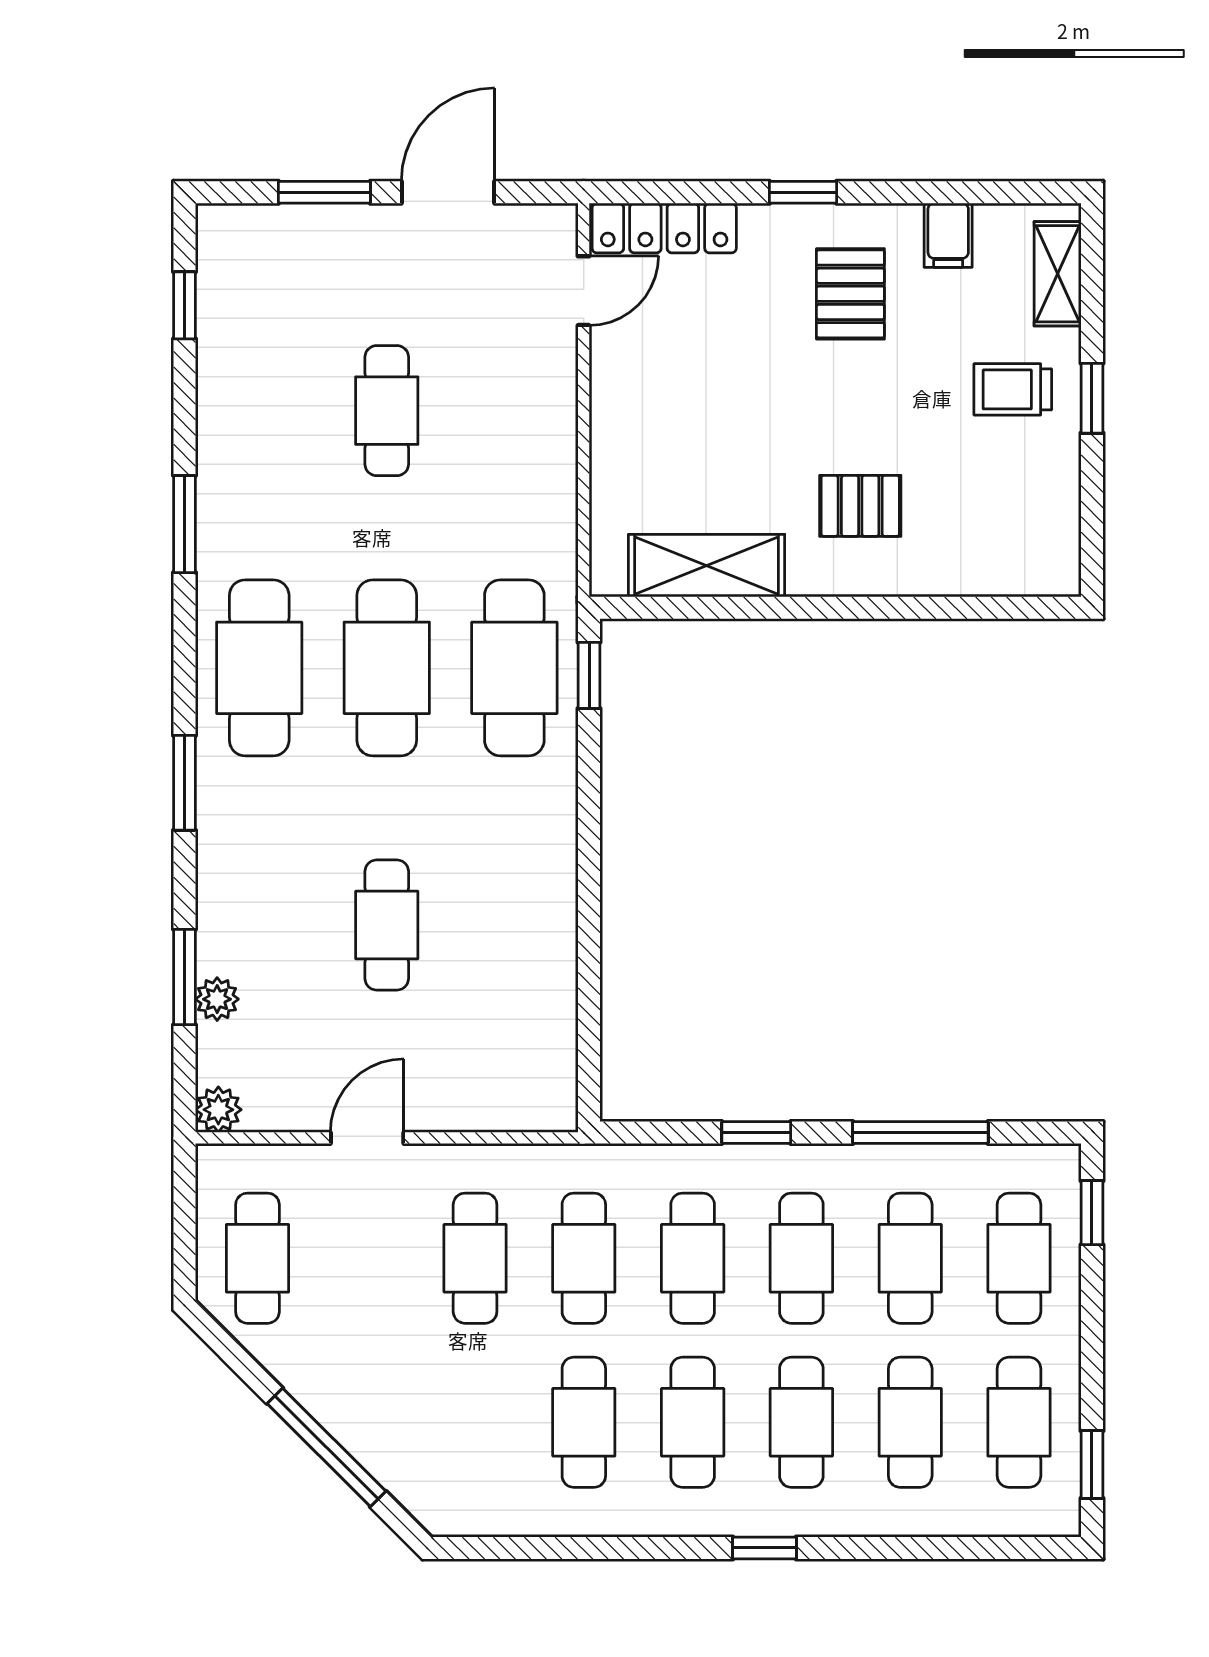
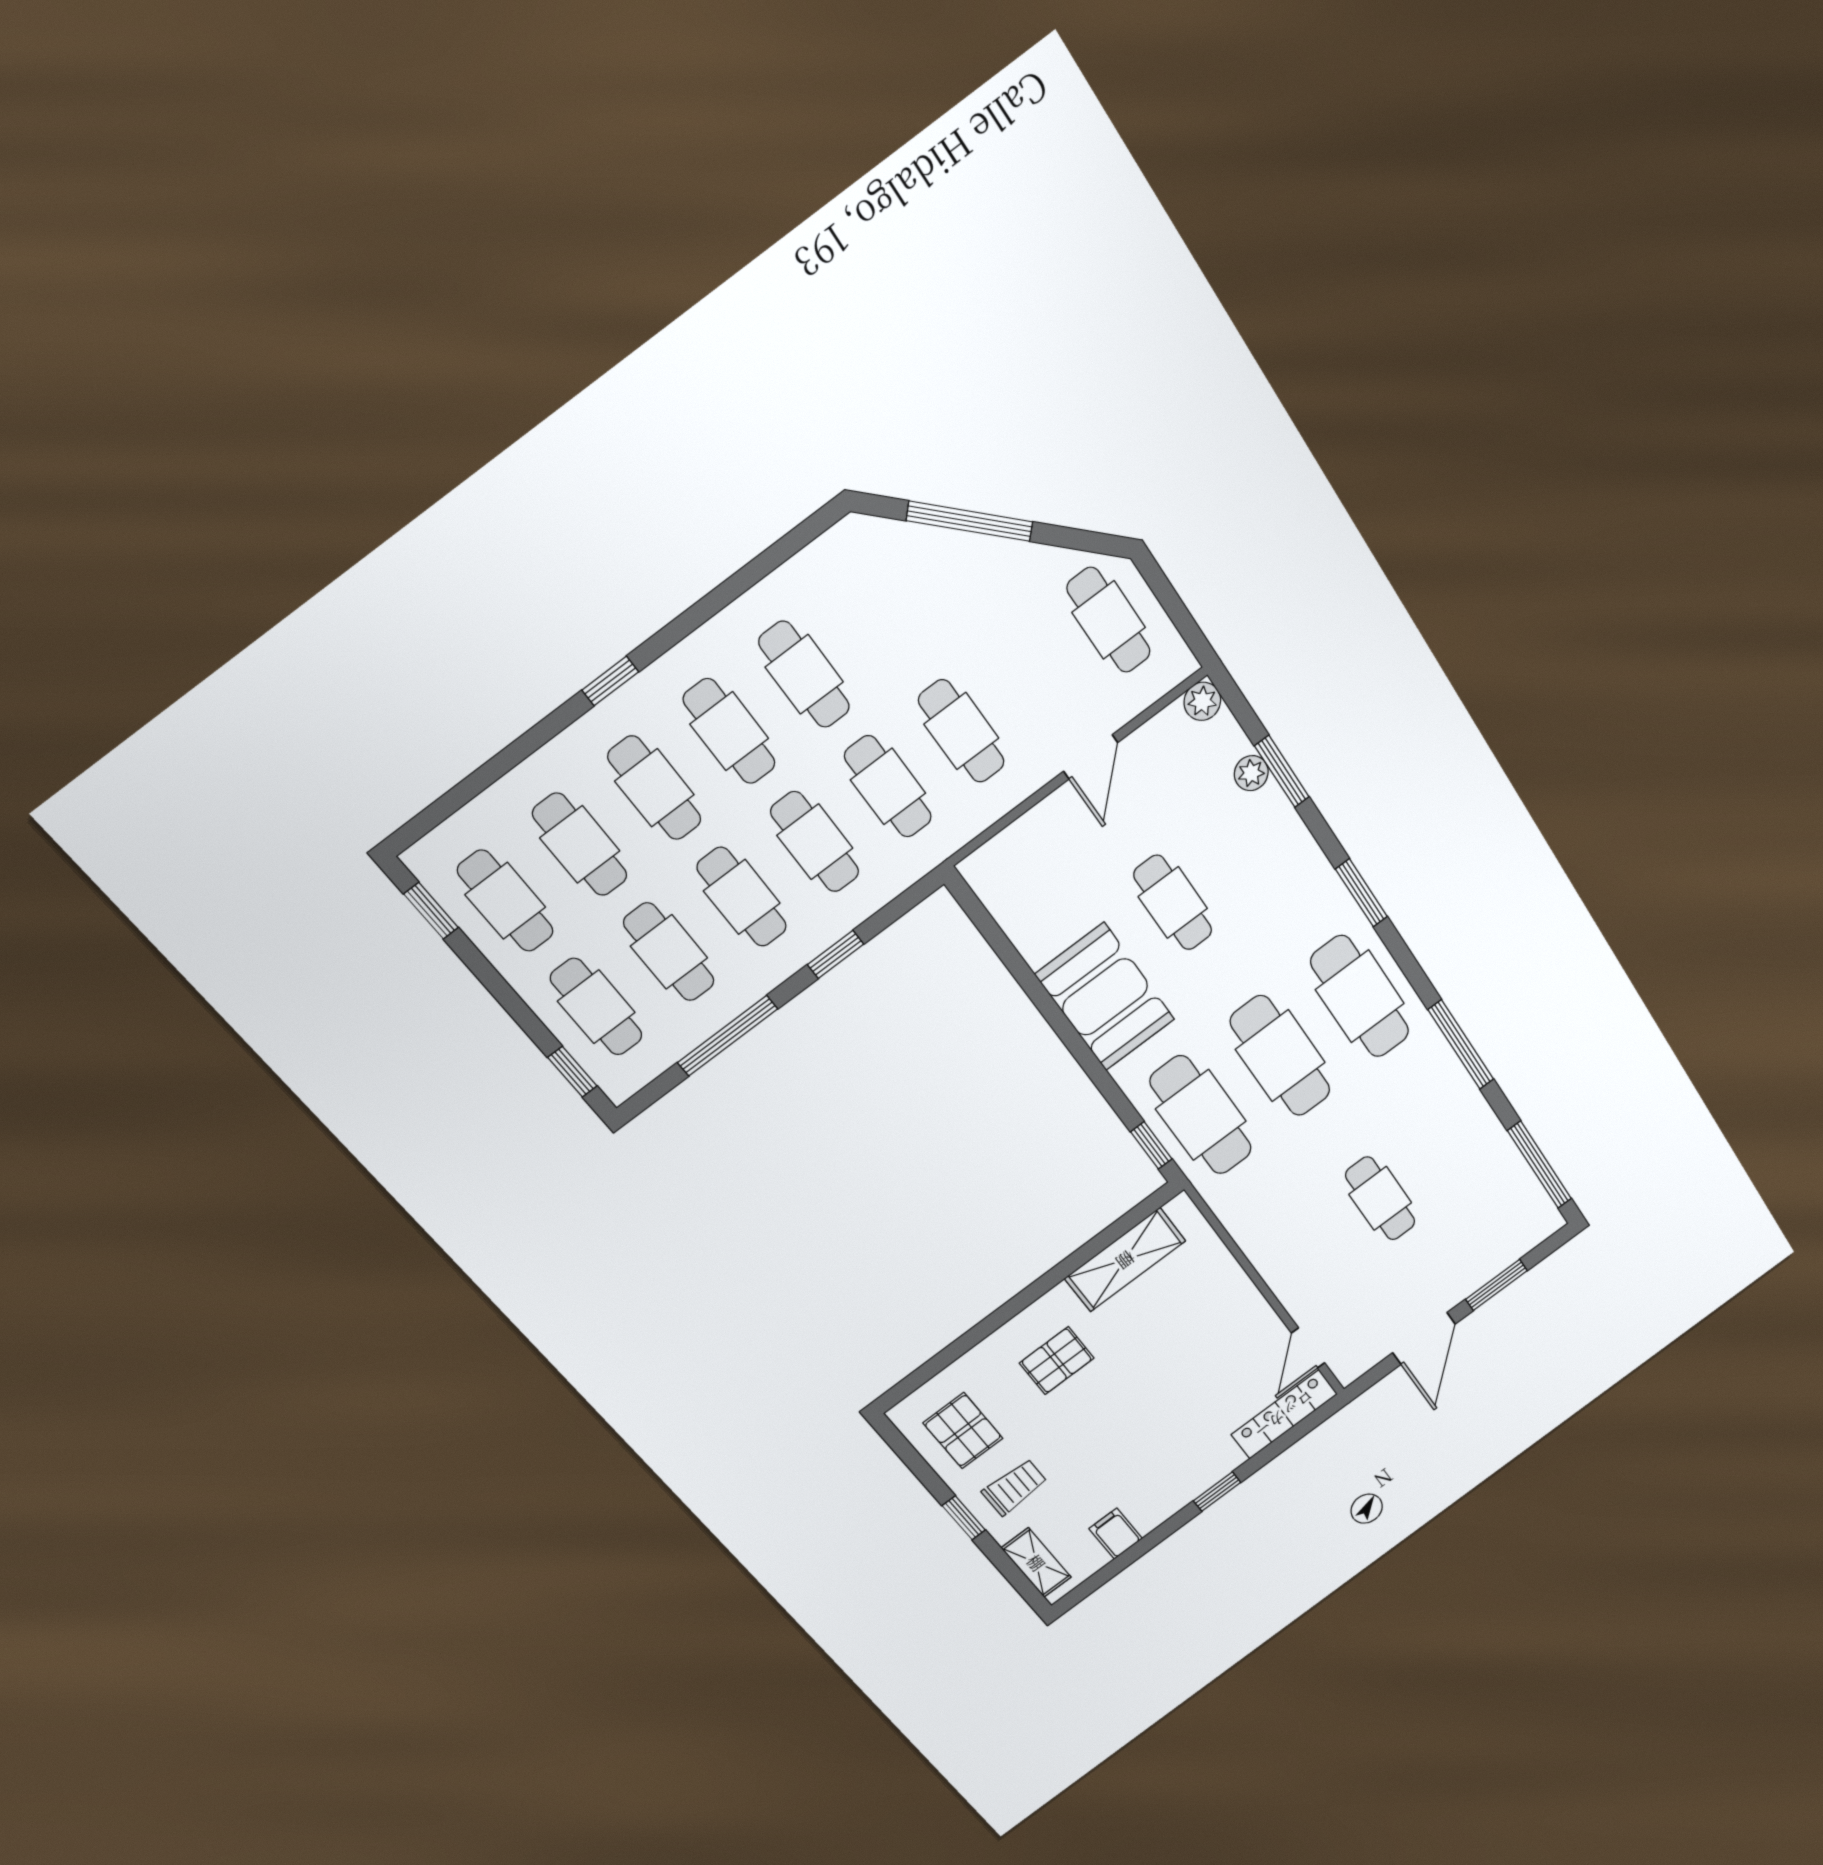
pallet: (850, 294) -> (963, 1431), moved
window: (184, 305) -> (1540, 1165), width x2.17
window: (184, 524) -> (1461, 1045), width x1.44
booth: (524, 879) -> (1105, 997), added

